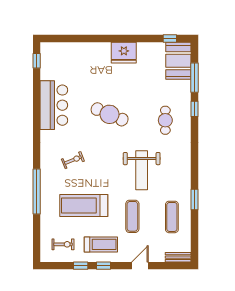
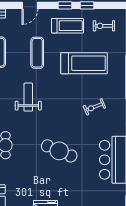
weight bench: (142, 170) -> (28, 97), width x0.73, depth x0.75
treadmill: (101, 244) -> (68, 26), turned 180

